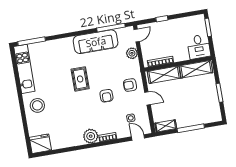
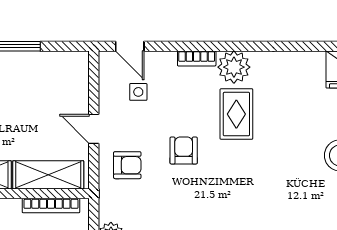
rug: (80, 79) -> (236, 114), moved
shelving: (166, 126) -> (64, 61), removed

